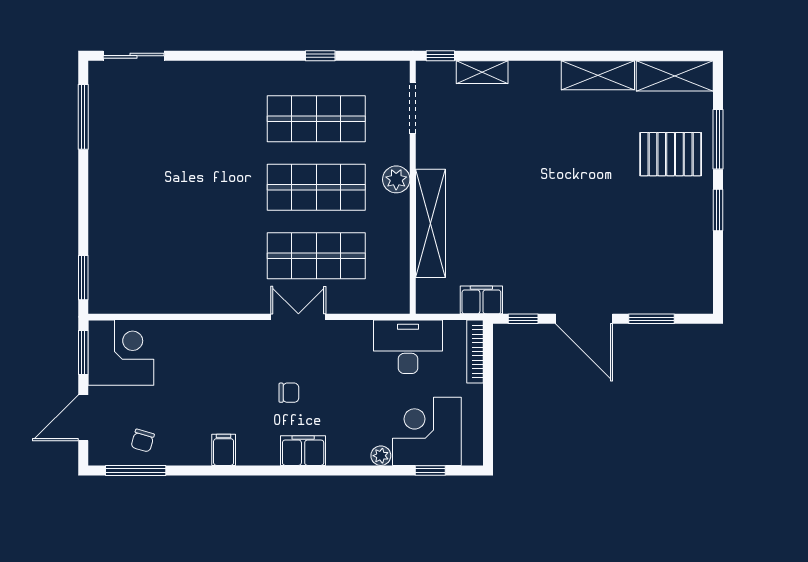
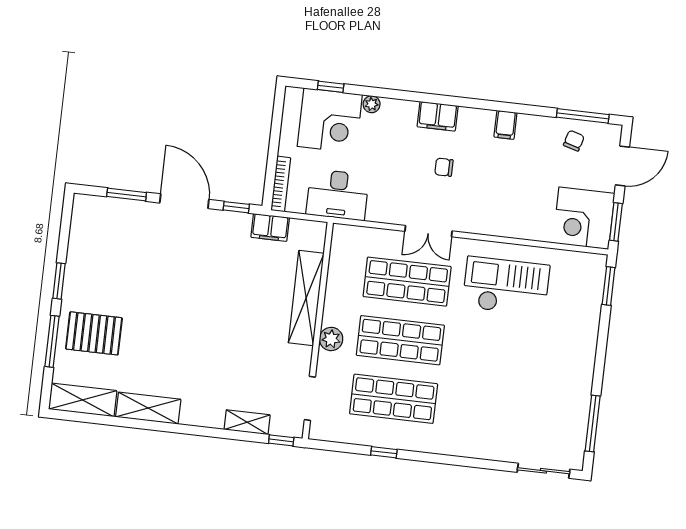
checkout: (201, 264) -> (506, 286), added

